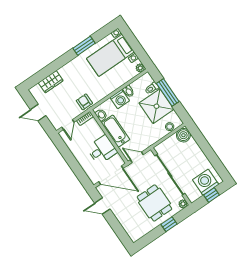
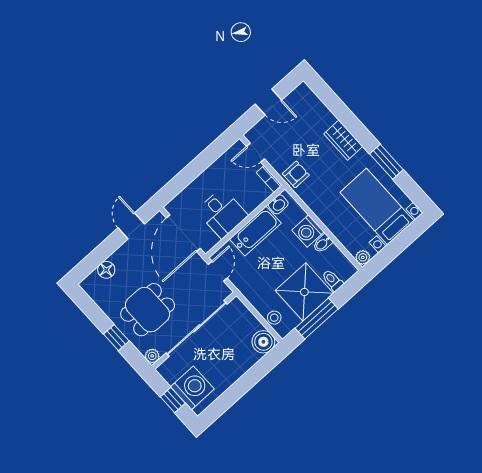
wardrobe: (51, 82) -> (343, 140), moved
window: (168, 92) -> (317, 318), moved
door: (38, 113) -> (268, 102), swing flipped
floor lamp: (127, 225) -> (106, 270), added

